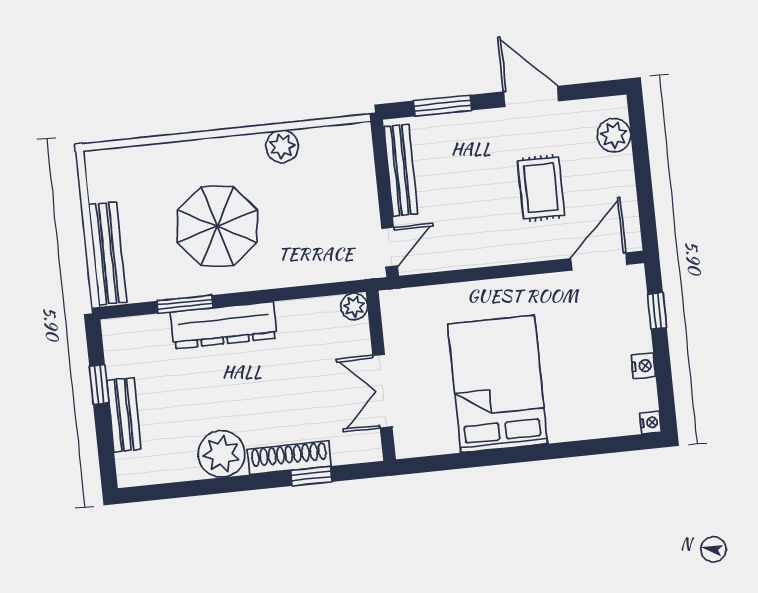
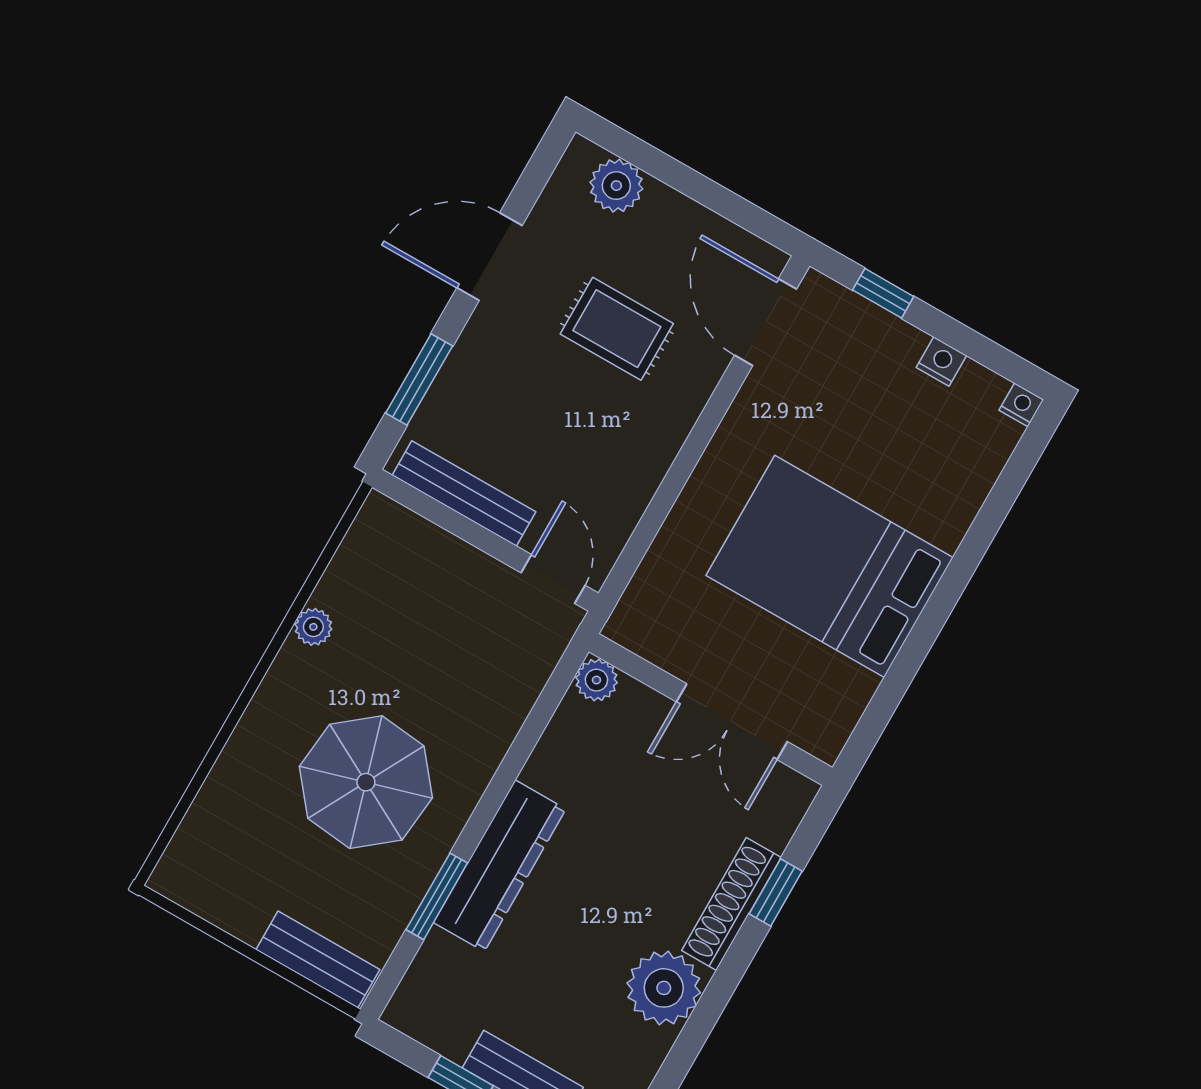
plant: (282, 146) -> (313, 627), width x0.73, depth x0.73
bench: (108, 253) -> (318, 960), width x0.73

